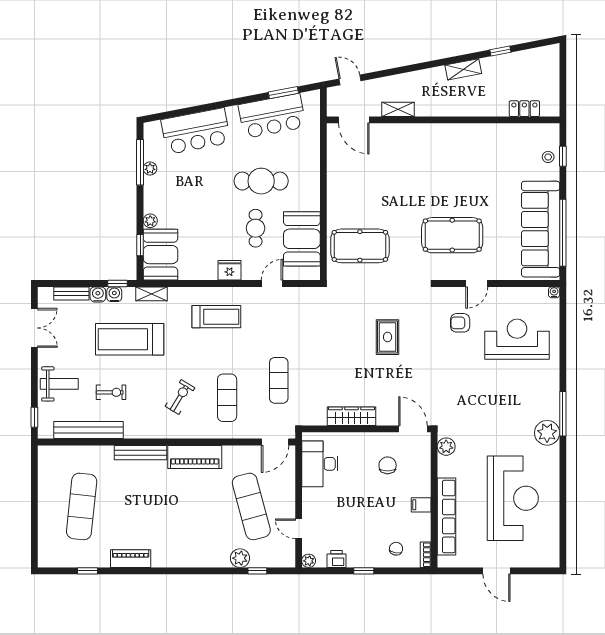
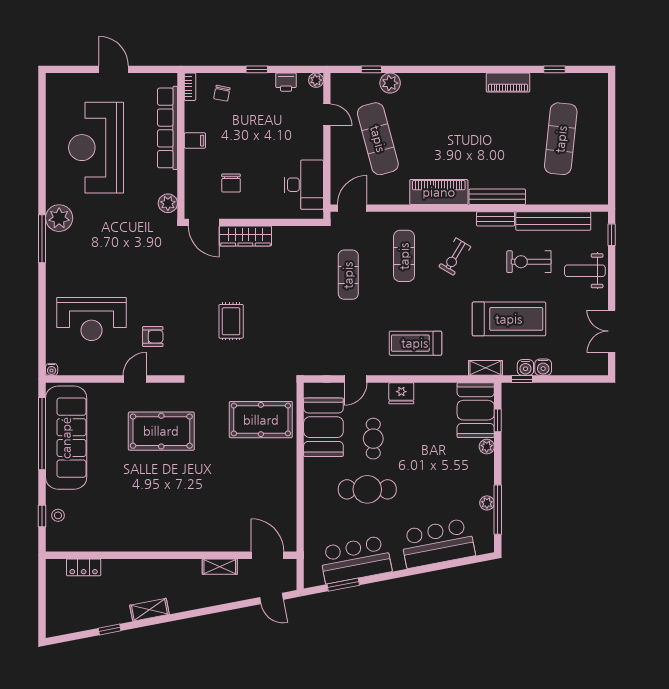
bench: (71, 293) -> (496, 219), moved
exercise bike: (111, 392) -> (529, 262), width x1.38, depth x1.39
wardrobe: (352, 416) -> (245, 236), moved

